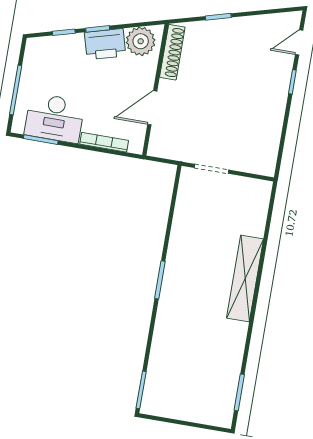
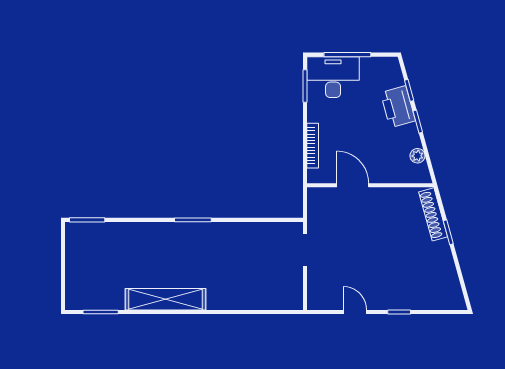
plant: (141, 41) -> (417, 156), width x0.53, depth x0.53
door: (299, 42) -> (355, 312), moved
printer: (105, 44) -> (398, 107), moved
shoe rack: (172, 52) -> (433, 214), moved, turned 75
desk: (55, 118) -> (333, 77), moved, turned 90
shelving: (245, 279) -> (166, 299), moved

